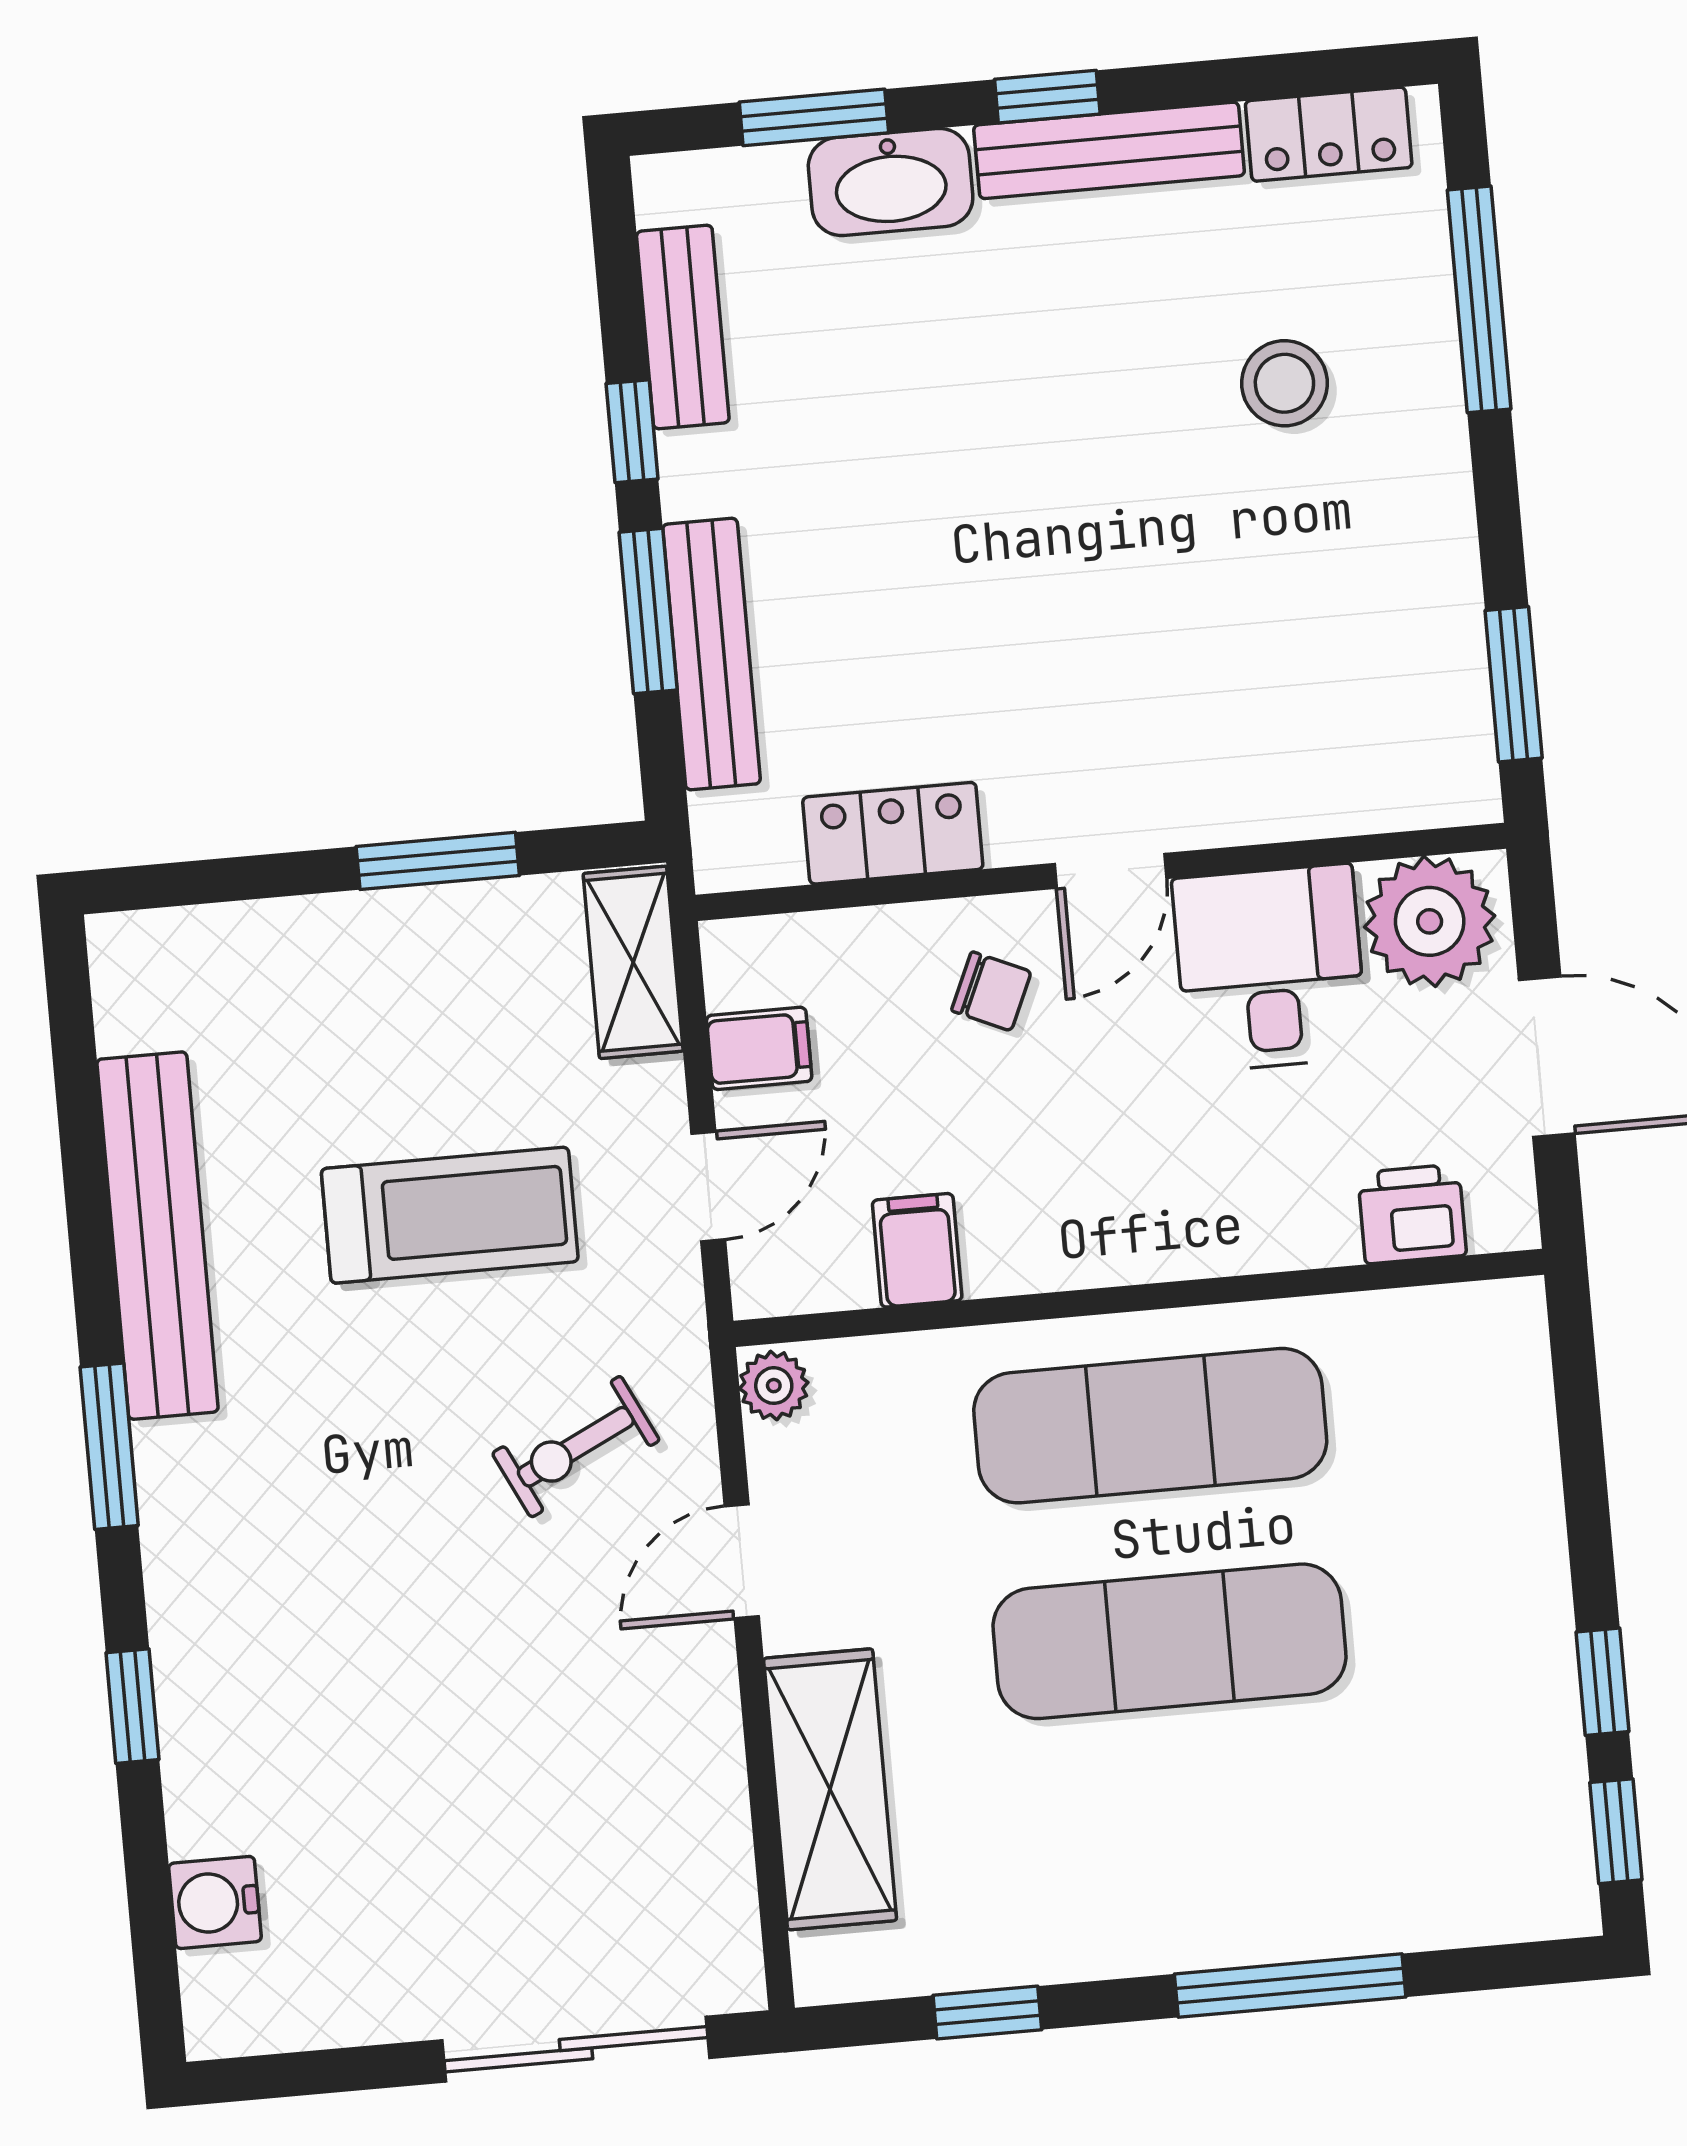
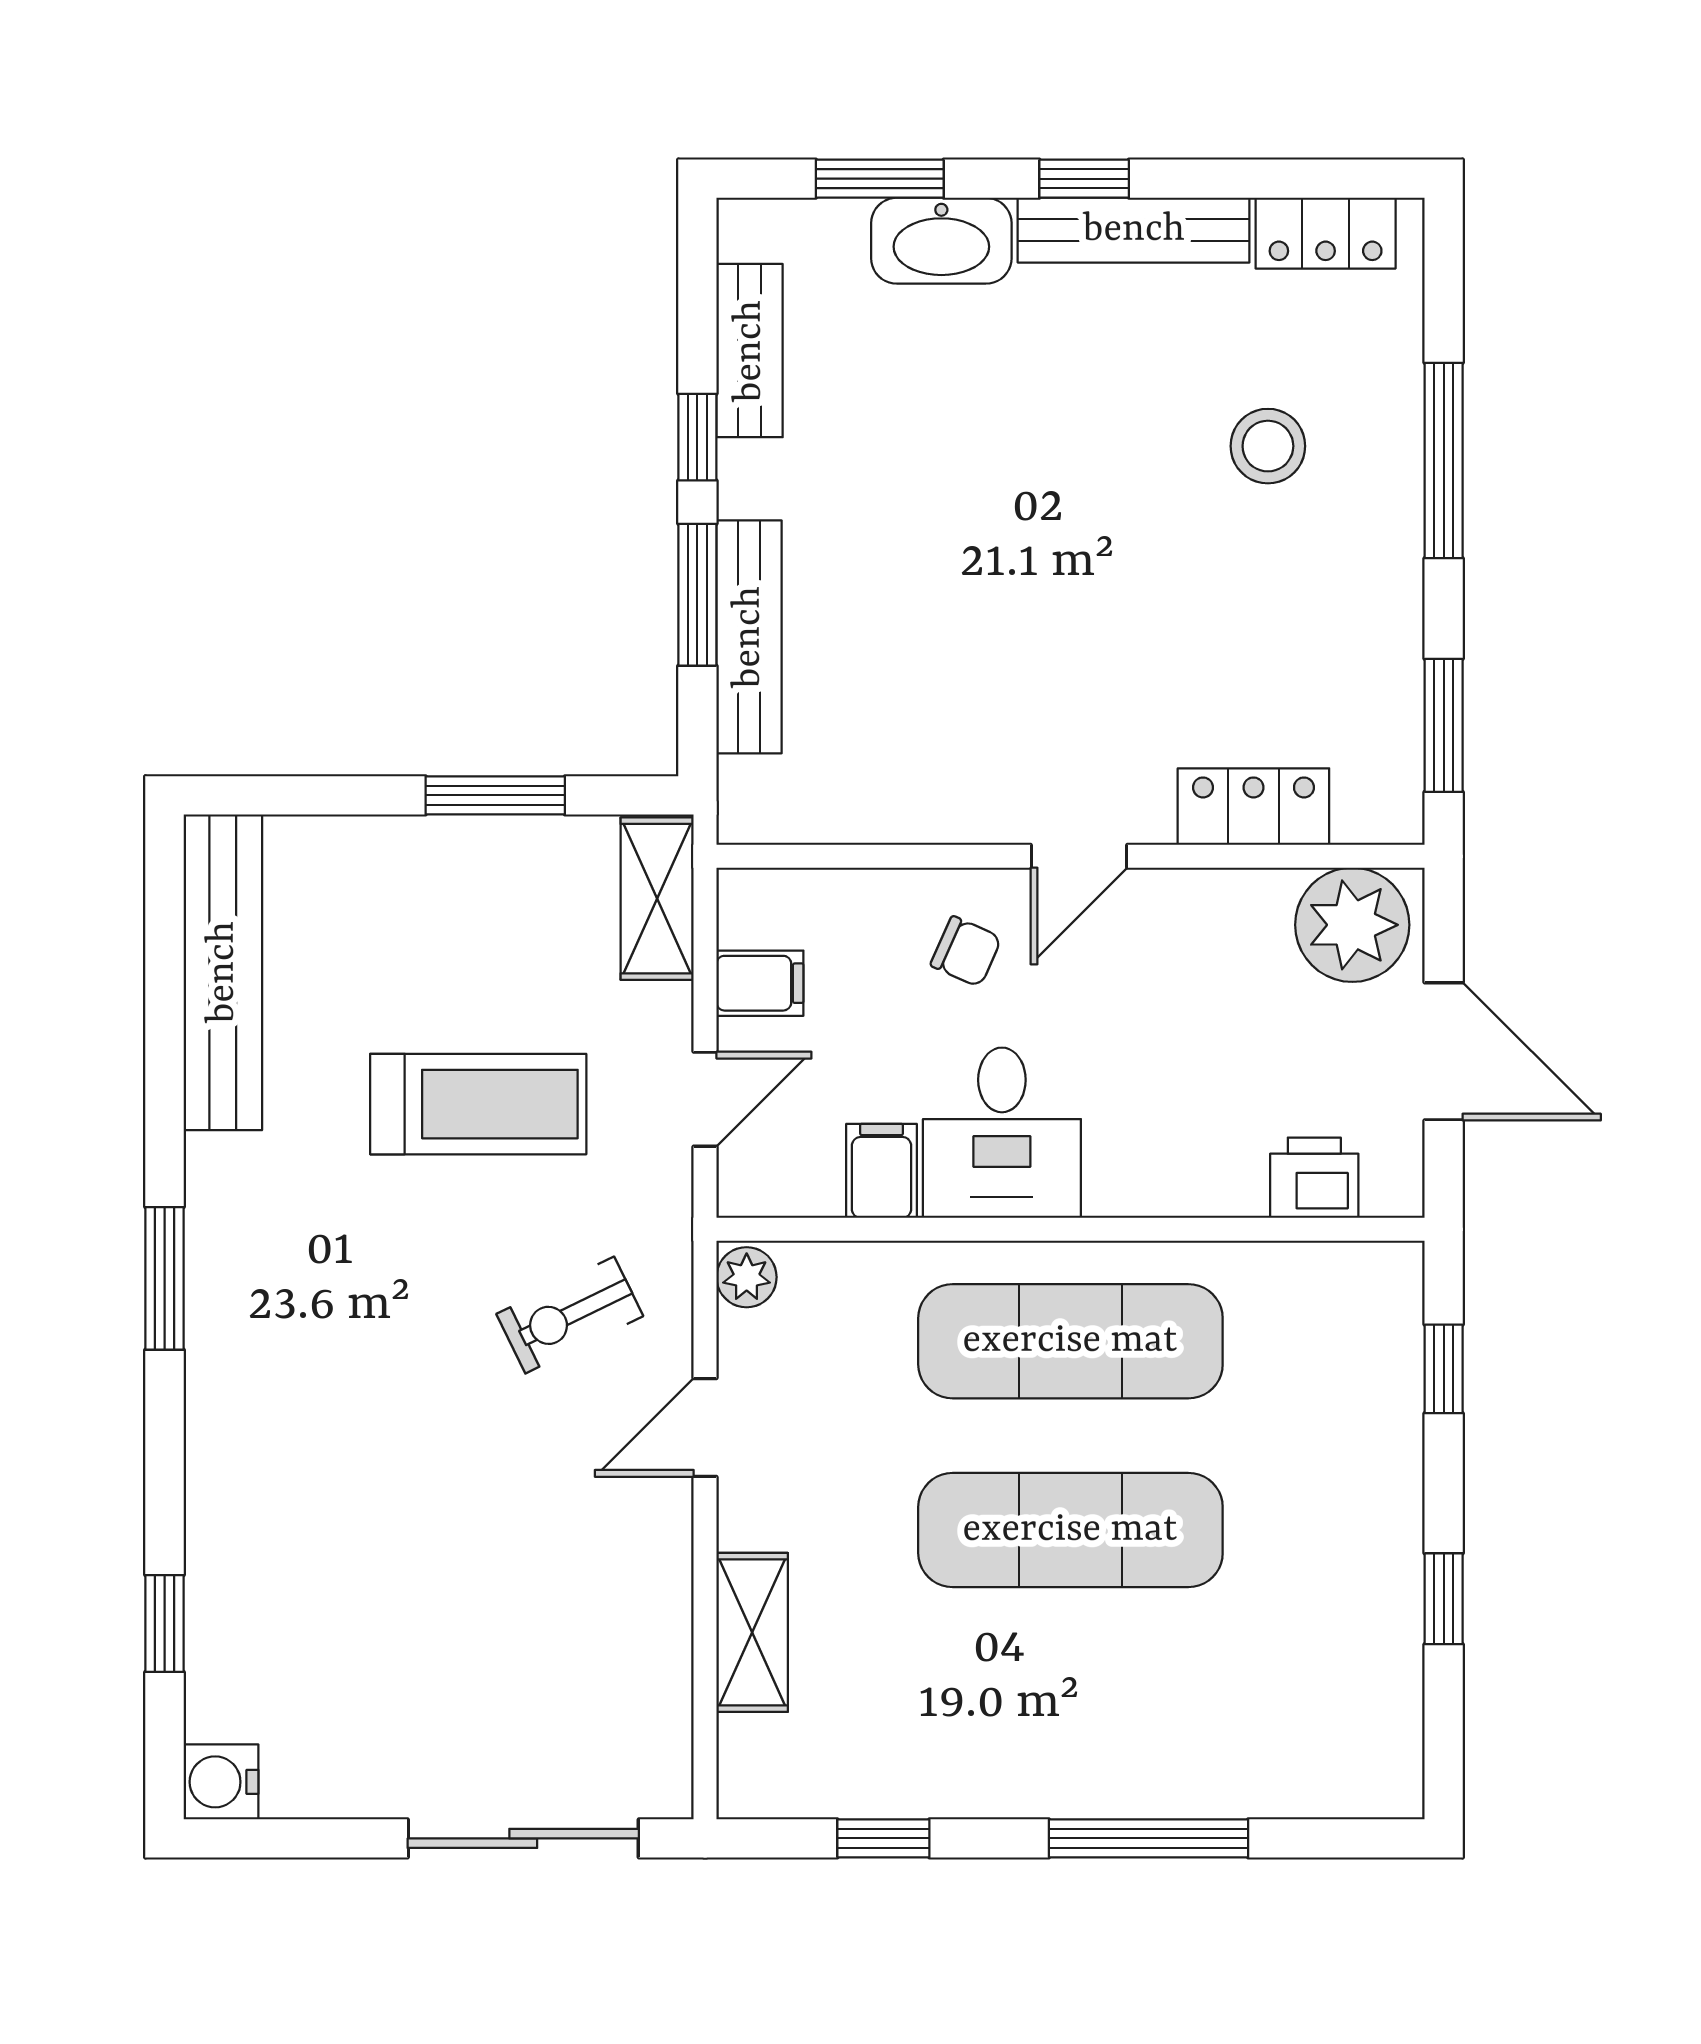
window: (1479, 299) -> (1444, 460), moved
locker: (893, 833) -> (1253, 807), moved
desk: (1270, 968) -> (1002, 1133), moved, turned 180
bench: (158, 1236) -> (223, 972), moved
window: (132, 1706) -> (165, 1624), moved
shelving: (830, 1789) -> (752, 1632), width x0.67, depth x0.75
window: (1616, 1831) -> (1444, 1369), moved
water cooler: (215, 1902) -> (221, 1782), moved

